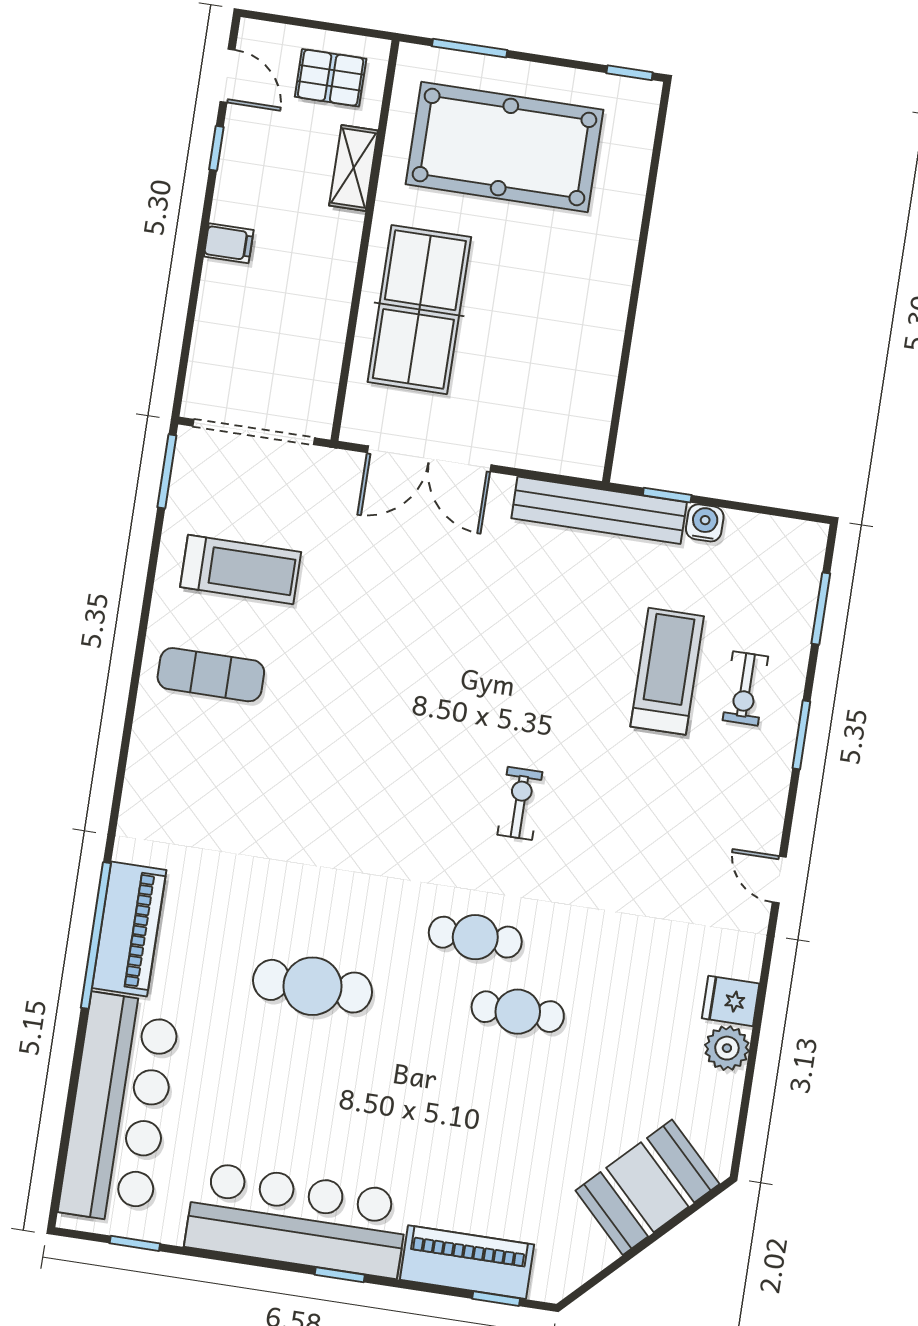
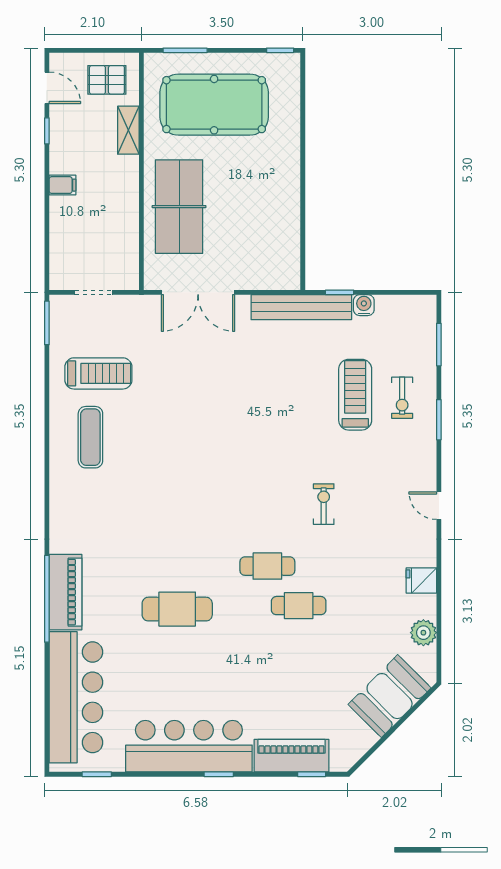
doorway: (254, 432) -> (94, 292), width x0.53
exercise mat: (211, 675) -> (90, 437), turned 90
exercise bike: (520, 803) -> (324, 504), moved
plant: (727, 1048) -> (423, 633), moved

